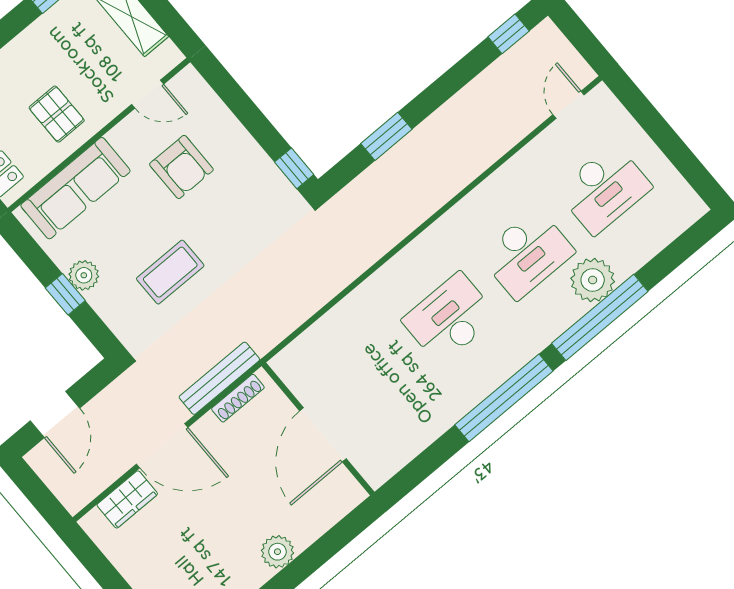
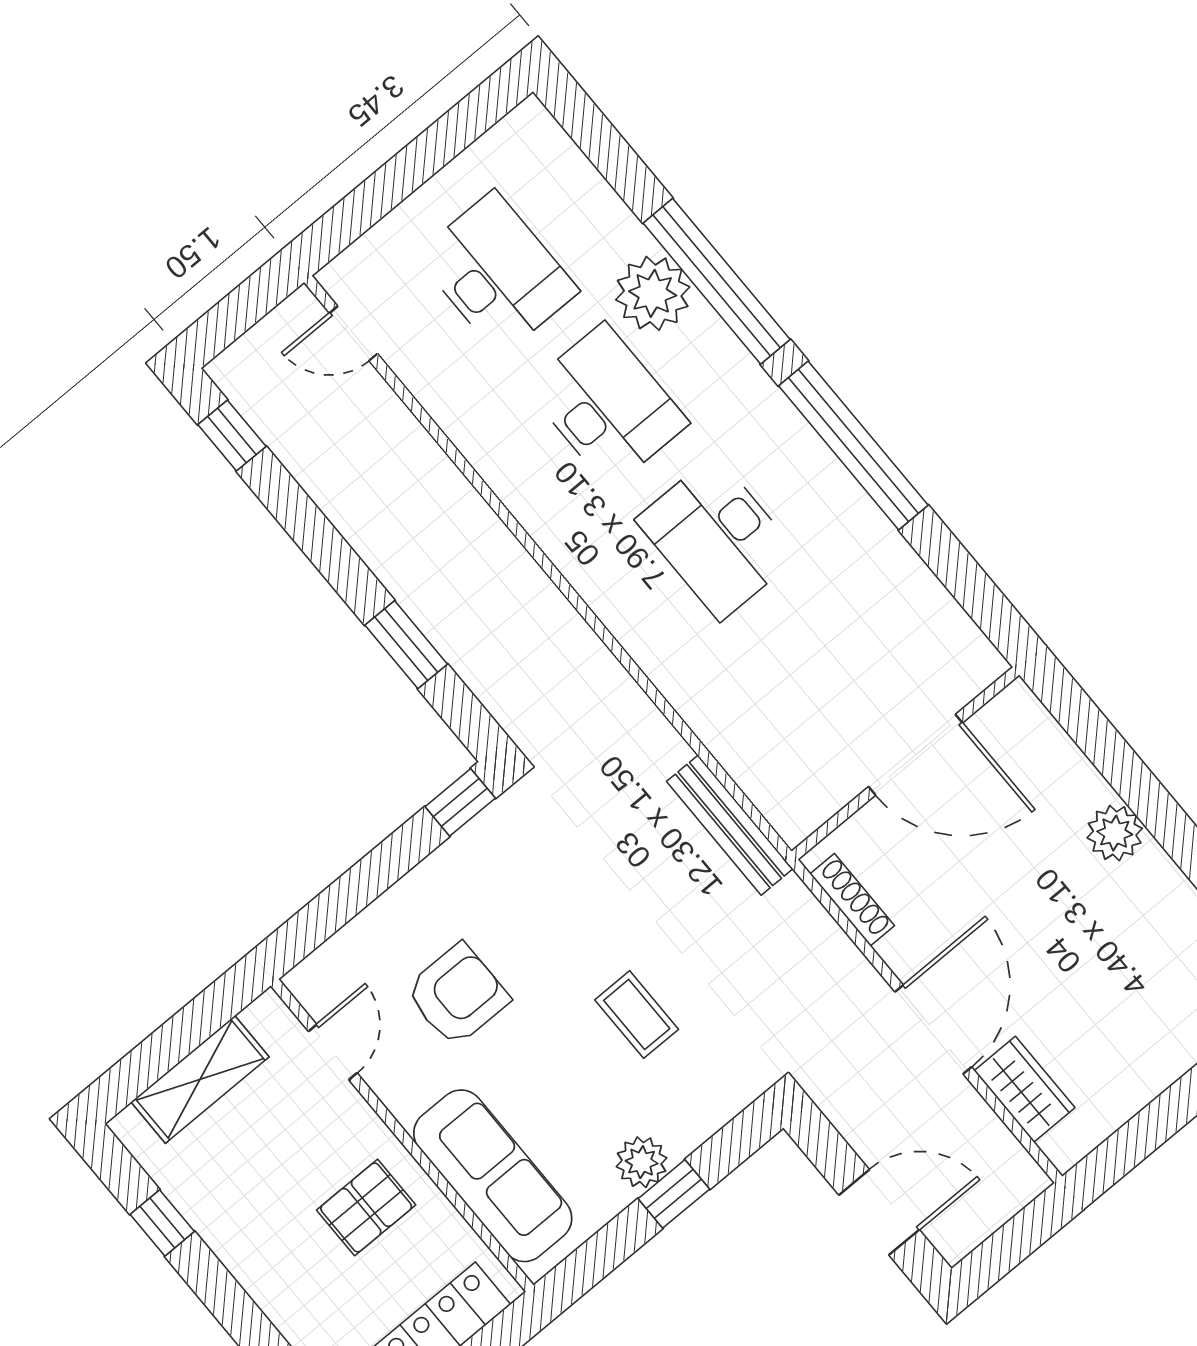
coffee table: (170, 272) -> (637, 1015), width x0.73, depth x0.77
bench: (219, 378) -> (730, 825), moved

